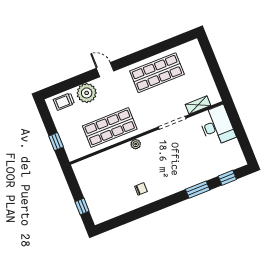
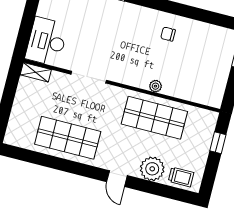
shelving: (198, 105) -> (36, 72), moved
plant: (136, 144) -> (155, 86), moved

